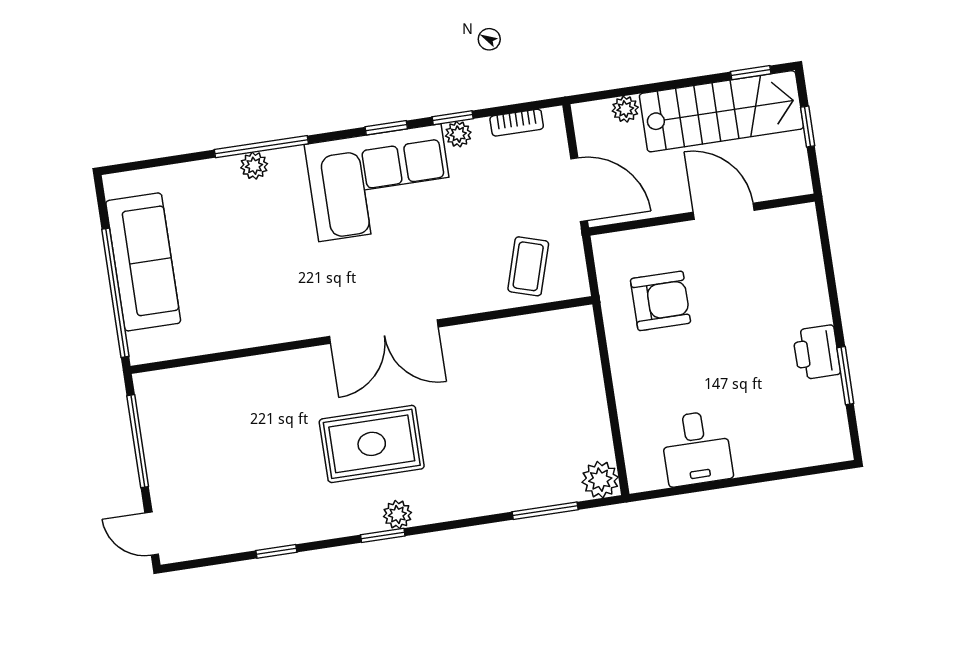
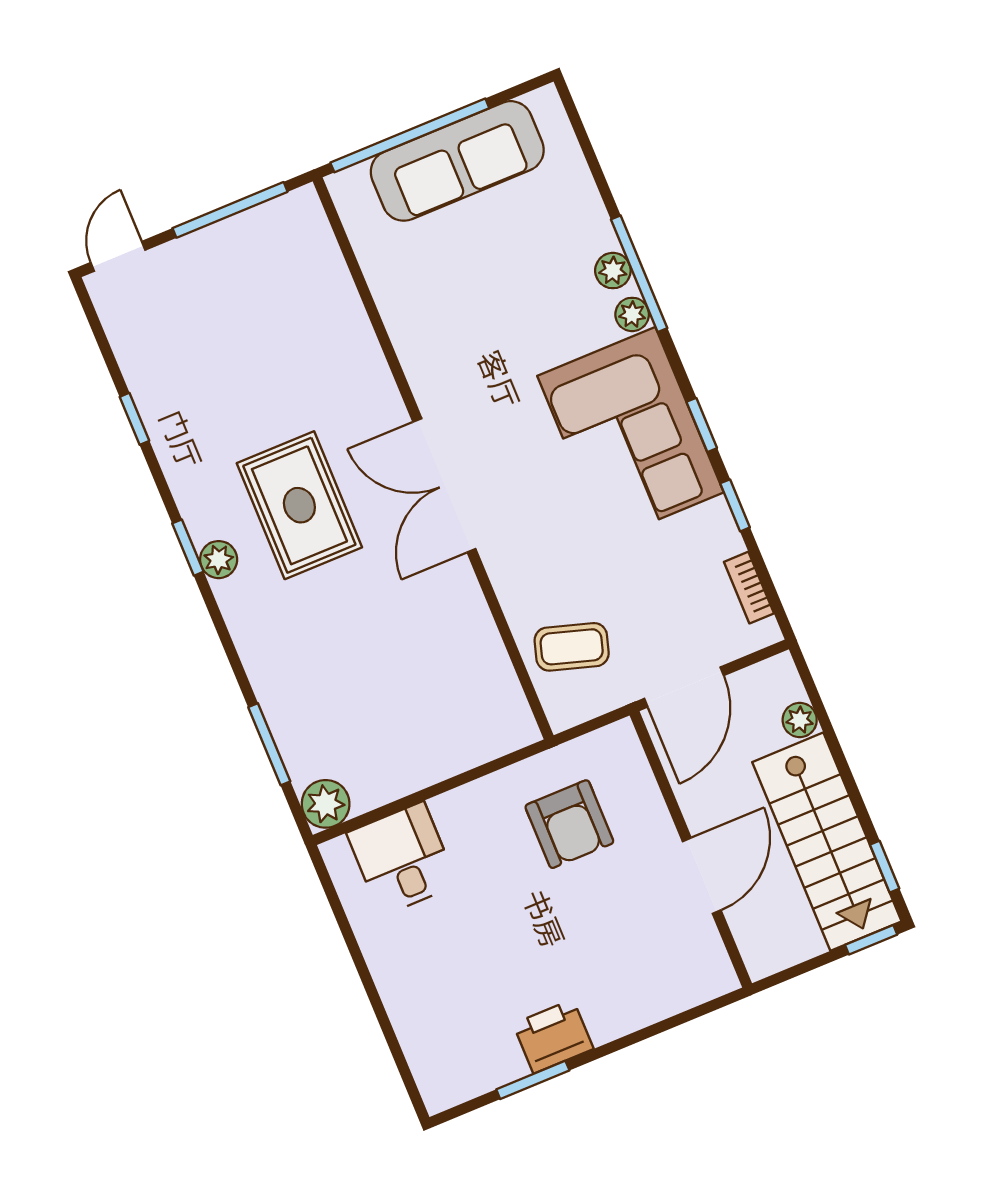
window: (808, 127) -> (871, 940), moved
plant: (458, 134) -> (632, 314), moved
desk: (696, 448) -> (402, 859), moved, turned 90

